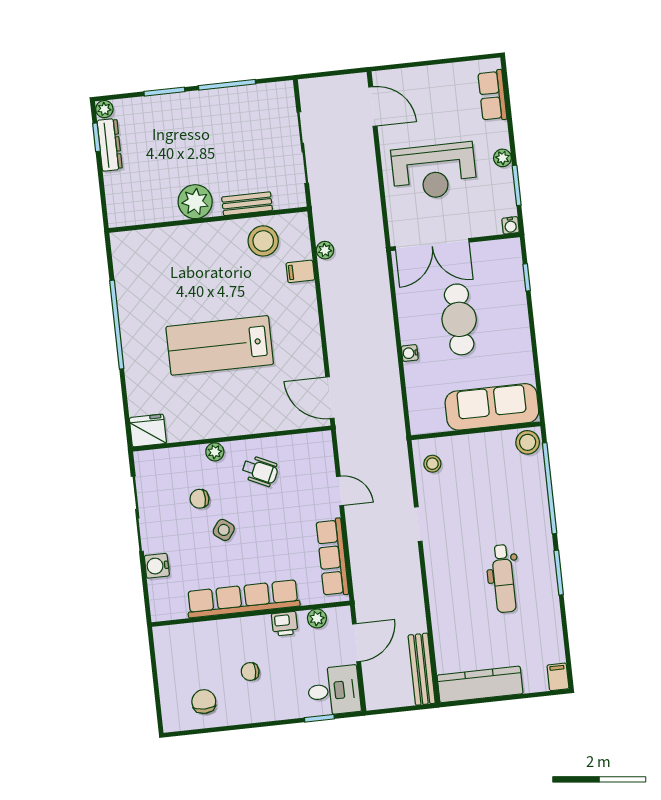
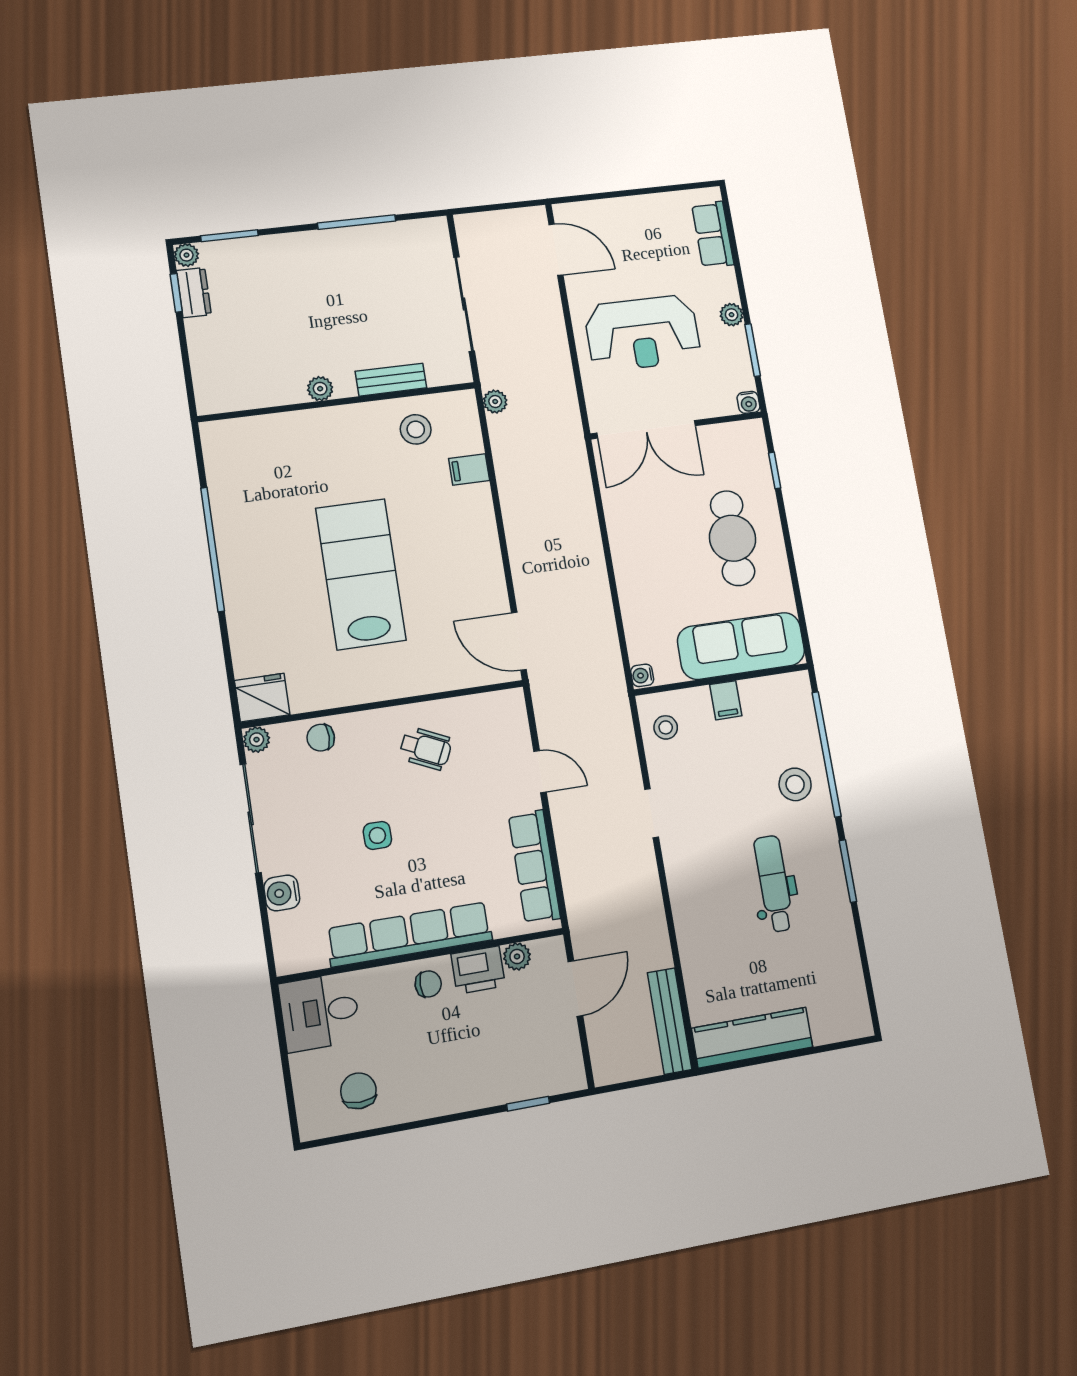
window: (164, 92) -> (229, 236), moved
dresser: (110, 145) -> (194, 293), width x0.70
plant: (195, 202) -> (320, 389), width x0.53, depth x0.53
stool: (263, 241) -> (416, 429), width x0.73, depth x0.73
plant: (325, 250) -> (495, 402), moved
cafe table: (459, 319) -> (733, 538), moved
lab bench: (220, 345) -> (361, 574), turned 90
water cooler: (410, 353) -> (642, 675), moved
stool: (528, 442) -> (795, 784), moved
plant: (215, 452) -> (257, 740), moved
chair: (199, 499) -> (321, 738), moved
side table: (224, 530) -> (377, 835), turned -36
dental chair: (504, 579) -> (774, 884), turned 180
printer: (285, 624) -> (478, 970), width x1.36, depth x1.24
chair: (250, 671) -> (428, 984), moved, turned 180
filing cabinet: (558, 677) -> (726, 700), moved, turned 180
desk: (334, 691) -> (320, 1012), moved, turned 180

